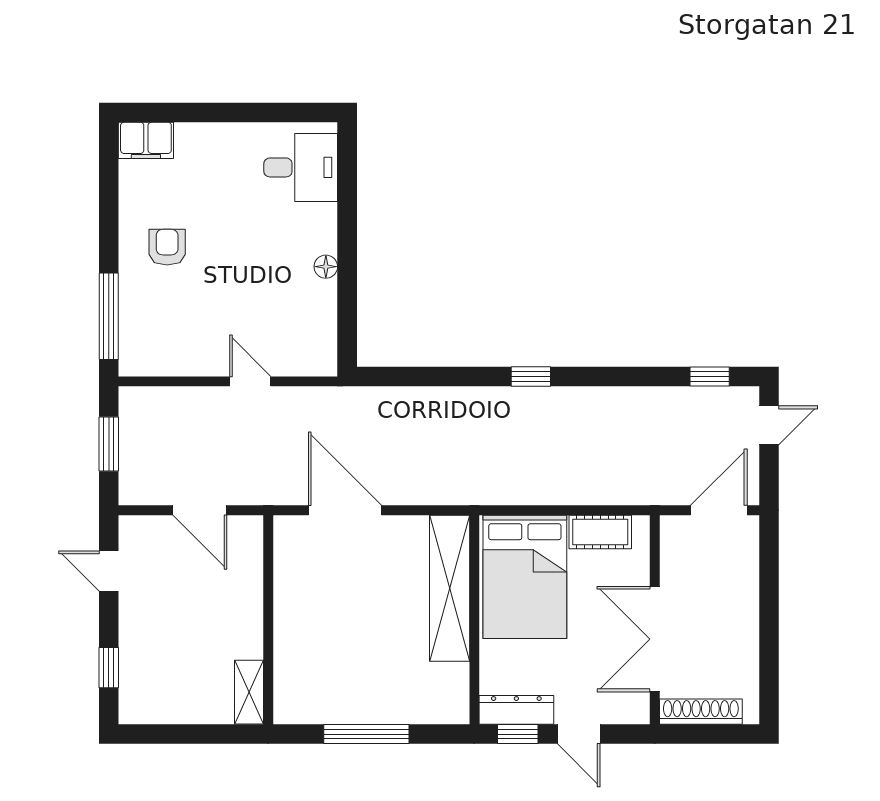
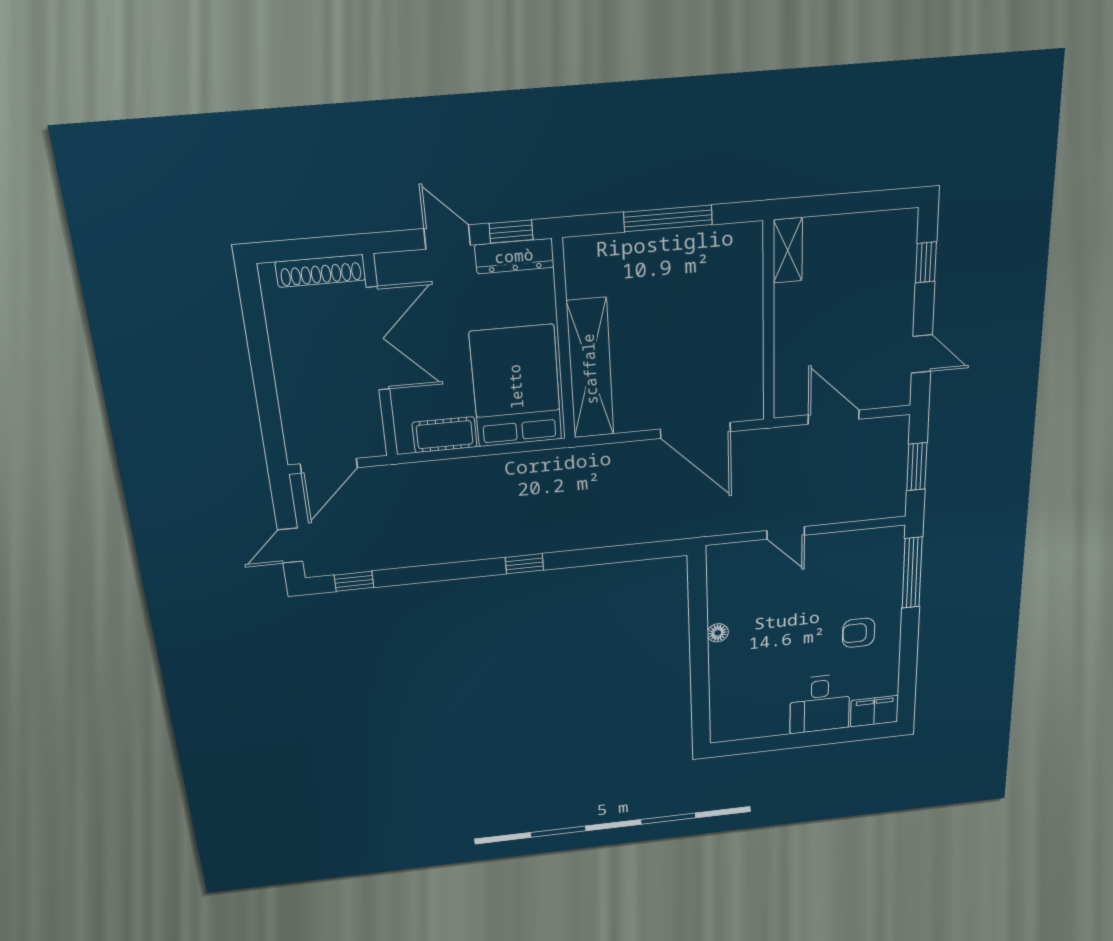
desk: (301, 167) -> (820, 704), moved, turned -90
armchair: (167, 247) -> (859, 633), turned 90

